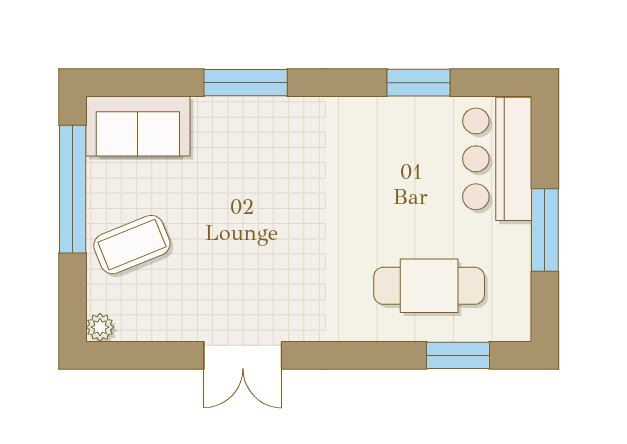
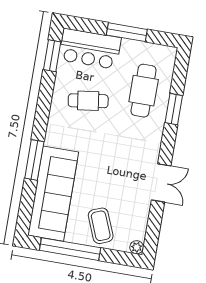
window: (419, 83) -> (52, 56), moved
sofa: (138, 126) -> (53, 194), width x1.85, depth x1.27
cafe table: (388, 174) -> (88, 101), added
window: (458, 355) -> (174, 109), moved

